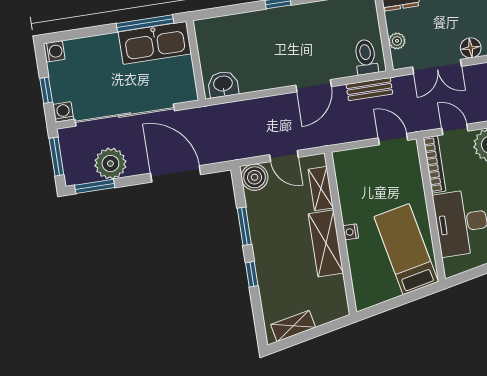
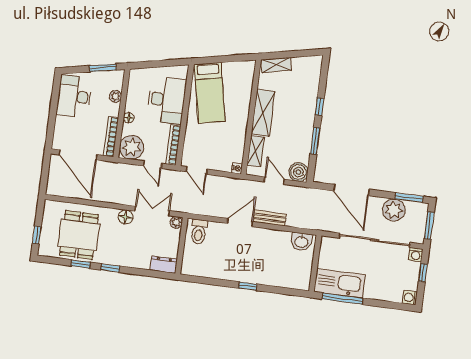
plant: (397, 41) -> (176, 222), moved
bench: (369, 89) -> (270, 218), moved
nightstand: (351, 232) -> (237, 168), moved
shelving: (293, 326) -> (276, 65), moved

